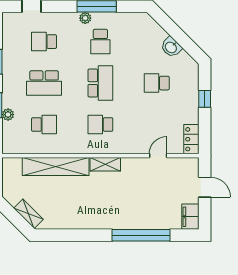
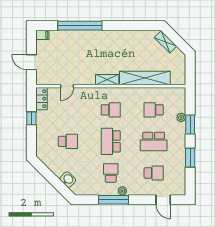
washbasin: (171, 47) -> (68, 180), moved
school desk: (44, 83) -> (154, 141), turned 180
window: (205, 99) -> (31, 118), moved
filing cabinet: (190, 217) -> (42, 35), width x0.50

